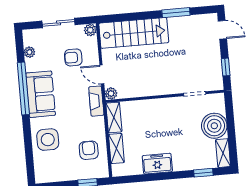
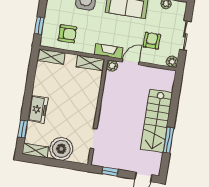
stairs: (134, 33) -> (156, 121), moved
shelving: (116, 148) -> (51, 57), moved
freezer: (157, 164) -> (38, 109), moved

